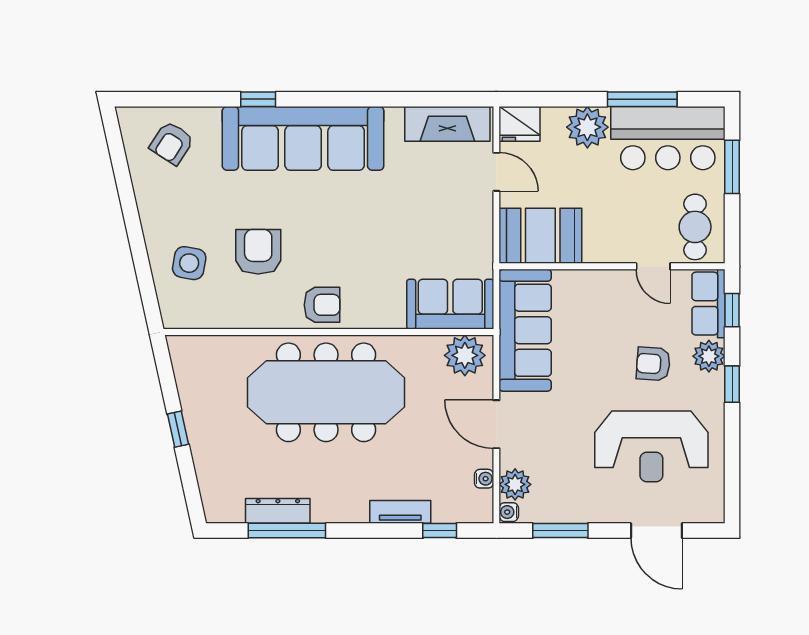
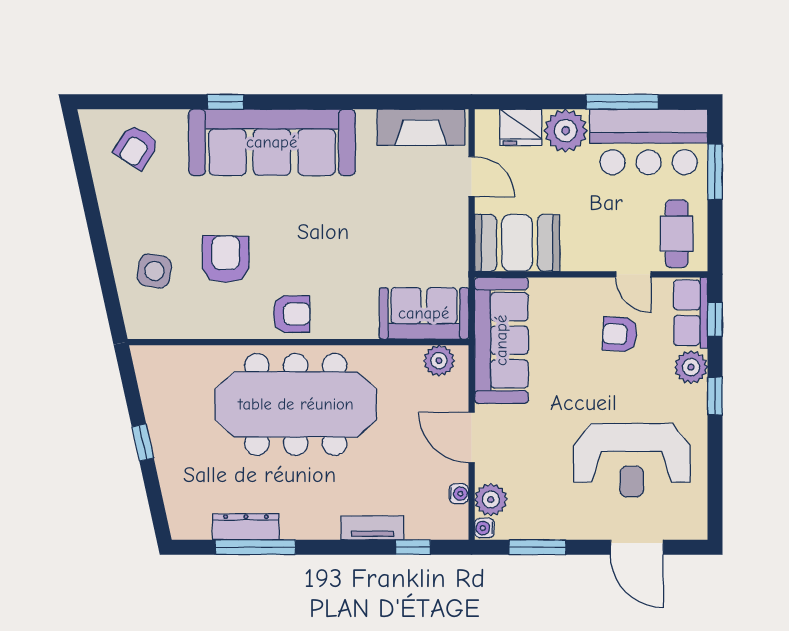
fridge: (520, 124) -> (521, 127), moved
plant: (465, 355) -> (439, 361), width x0.73, depth x0.73
armchair: (653, 364) -> (620, 334), moved

